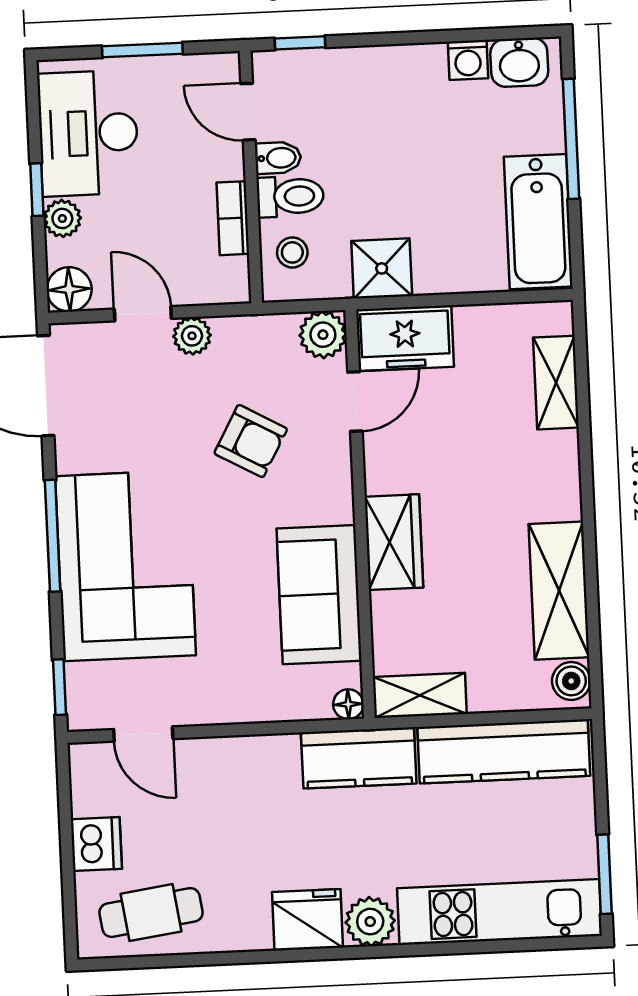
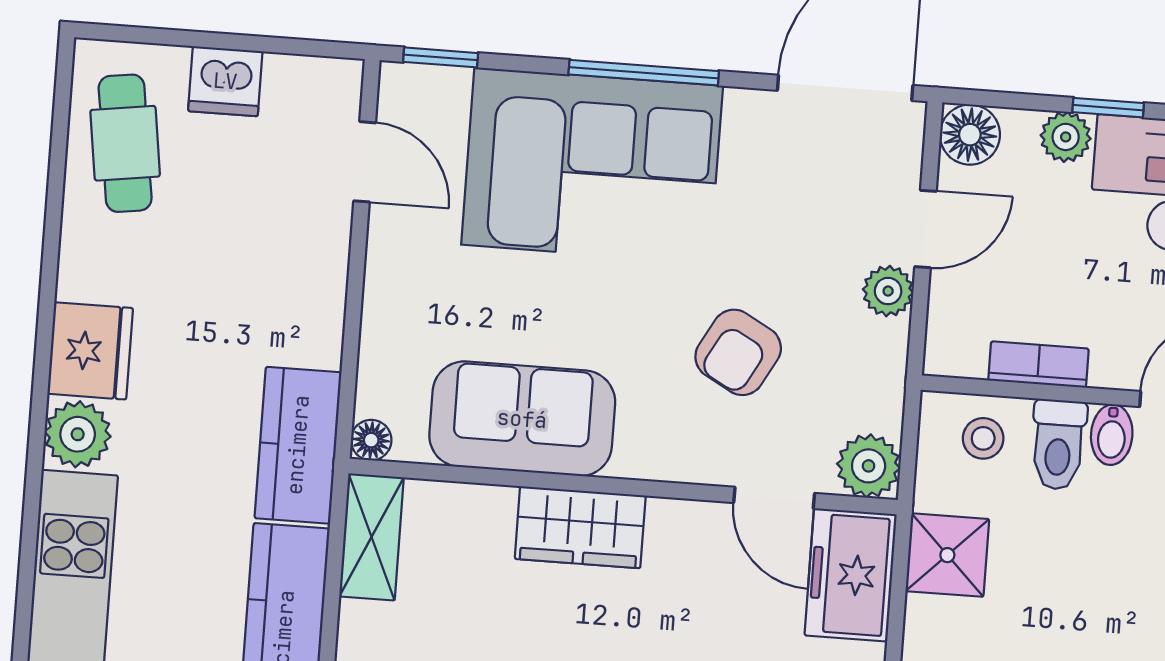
door: (143, 734) -> (365, 162), swing flipped

